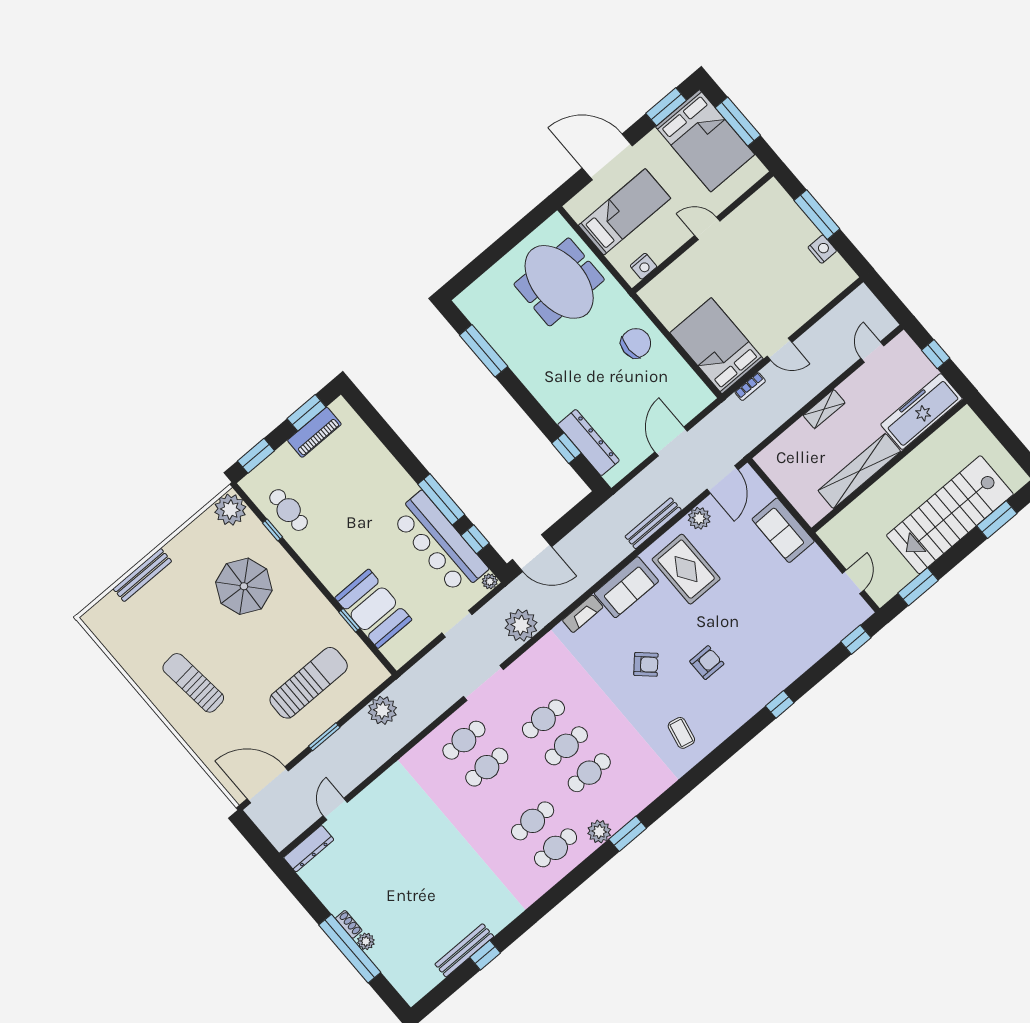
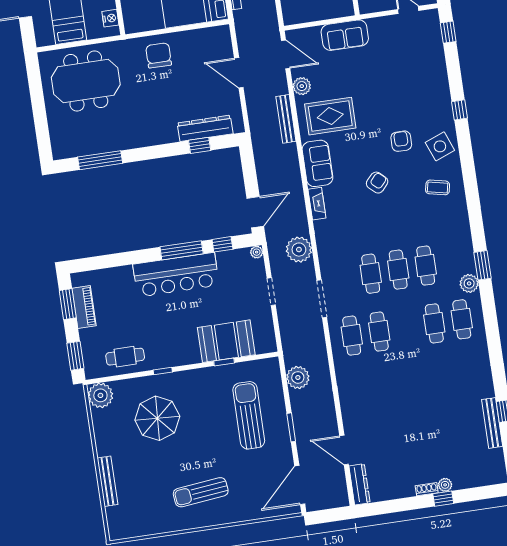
window: (273, 530) -> (163, 371), moved
bar counter: (439, 543) -> (176, 275), moved
side table: (727, 708) -> (440, 146), added
door: (335, 809) -> (344, 450), width x1.38
window: (350, 949) -> (443, 499), width x0.32

